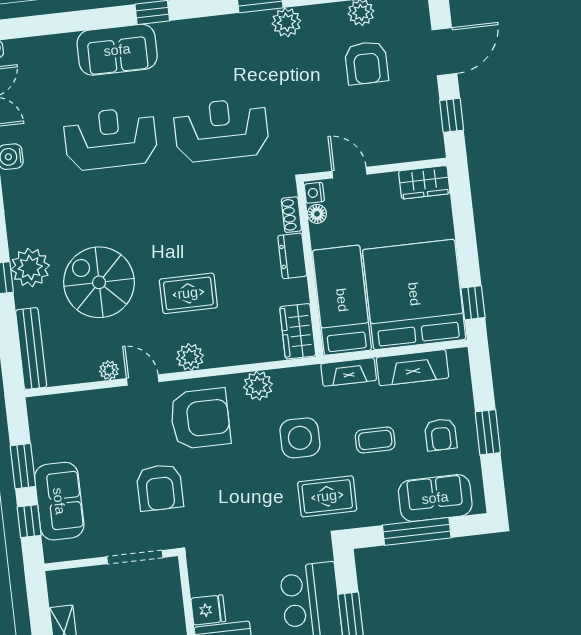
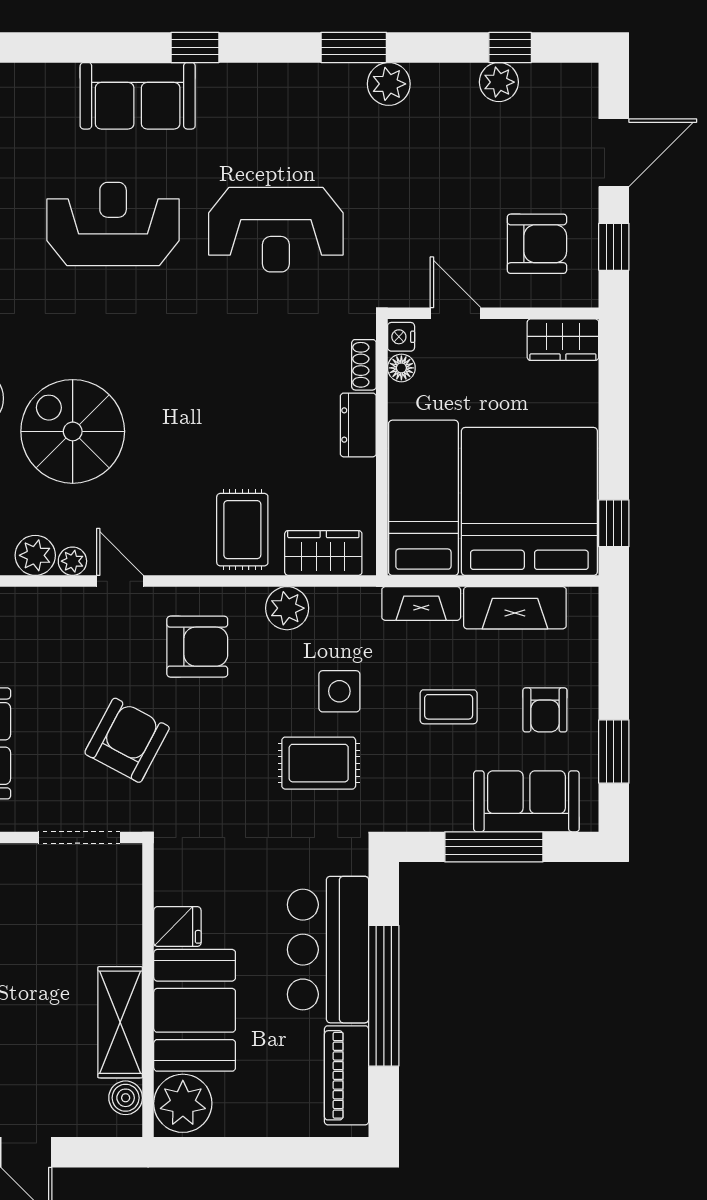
armchair: (366, 63) -> (537, 244), moved, turned -90
reception desk: (221, 130) -> (276, 230), turned 180
rug: (188, 293) -> (242, 530), moved, turned 90
wardrobe: (298, 331) -> (323, 553), moved, turned 90
plant: (190, 357) -> (35, 555), moved
armchair: (200, 419) -> (197, 647), width x0.73, depth x0.73
window: (488, 432) -> (614, 751), moved
side table: (300, 438) -> (339, 691), width x0.73, depth x0.73
armchair: (160, 487) -> (127, 740), turned -152
rug: (327, 496) -> (319, 763), moved

